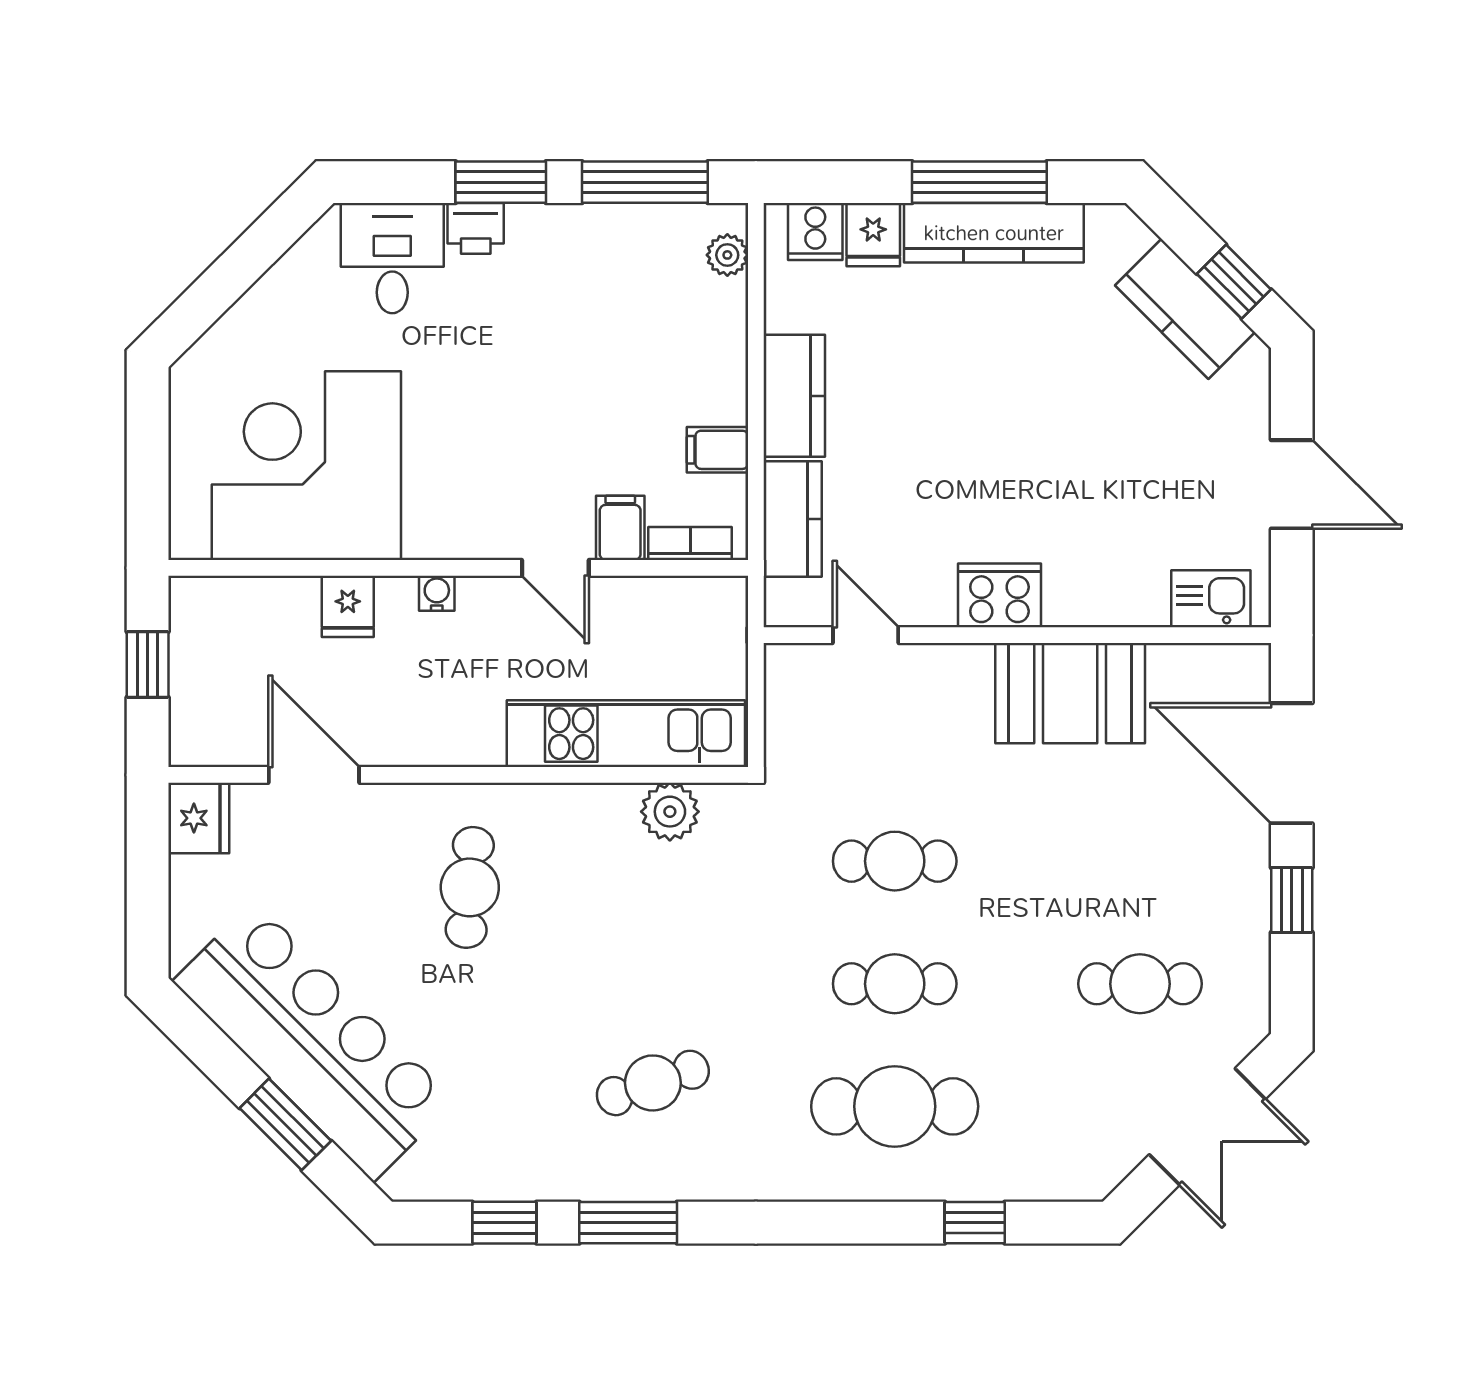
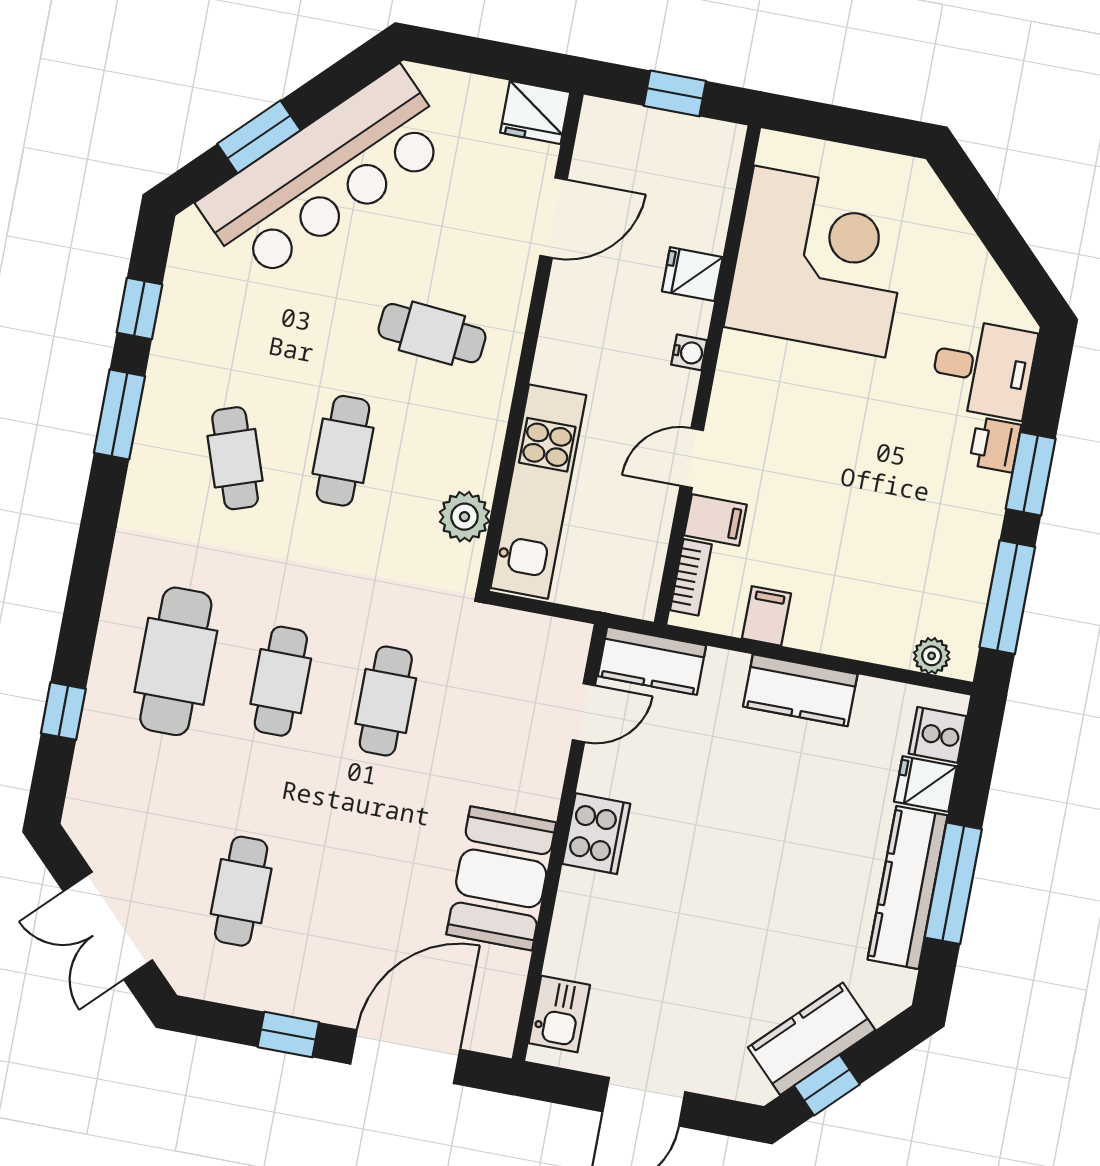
kitchen counter: (793, 519) -> (652, 661), moved
cafe table: (621, 963) -> (343, 451), added

